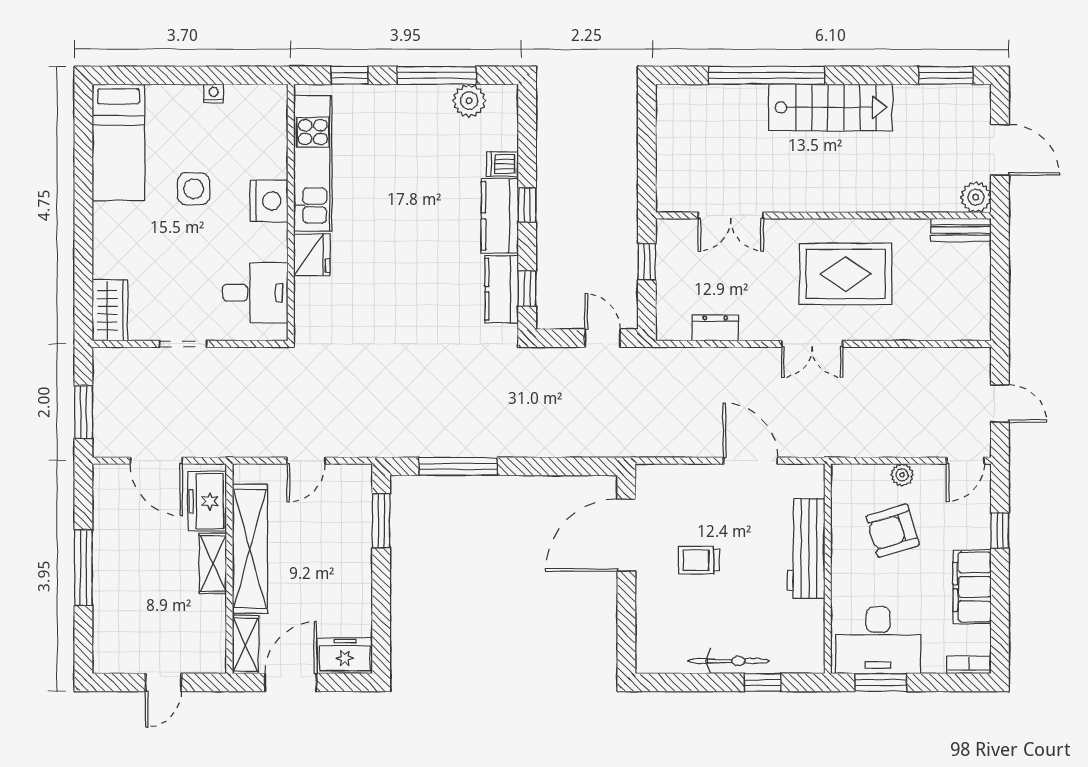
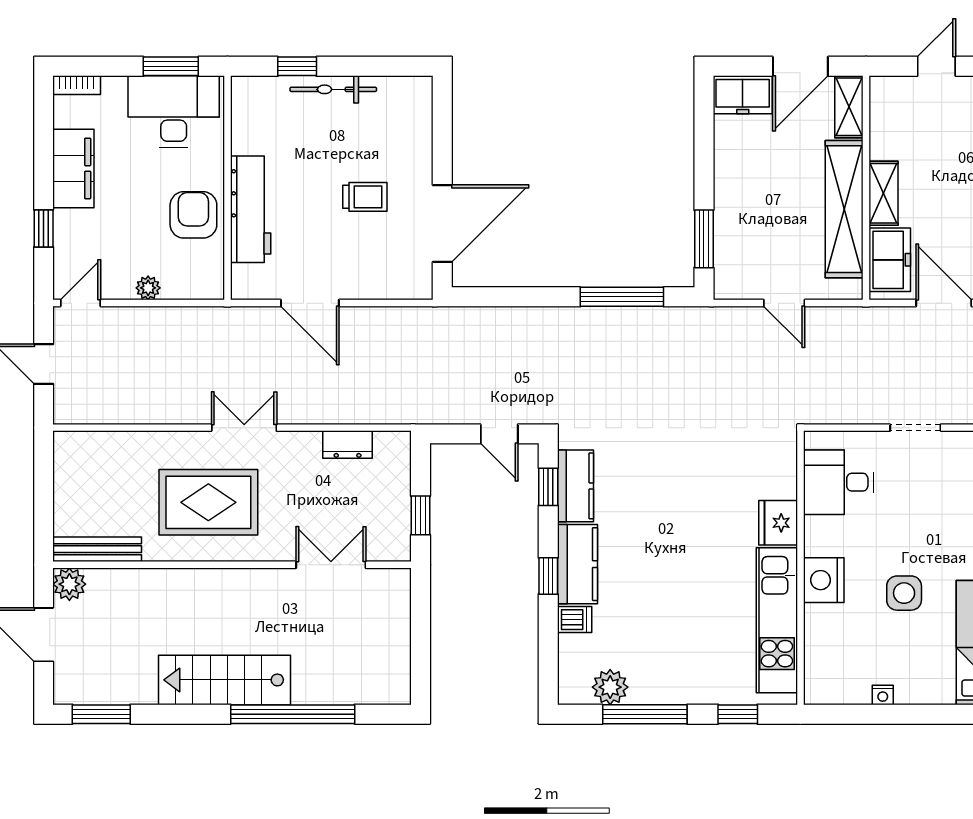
bench: (961, 230) -> (97, 549), width x1.36
door: (603, 338) -> (499, 434), moved
door: (306, 461) -> (784, 303), swing flipped
armchair: (893, 531) -> (193, 215), moved, turned -73

